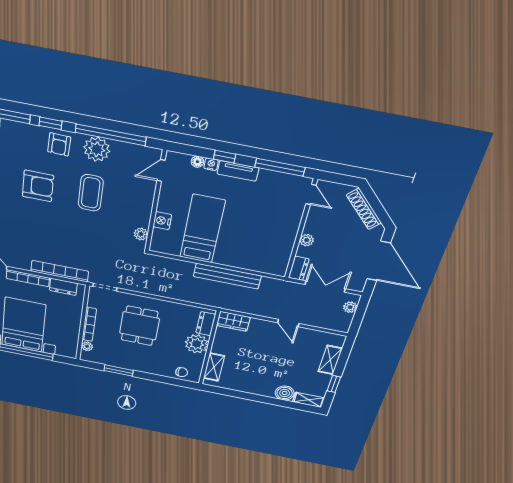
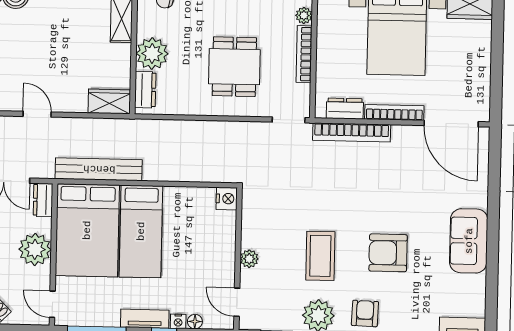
door: (161, 170) -> (237, 302), swing flipped
nightstand: (162, 221) -> (227, 199), moved
bed: (202, 229) -> (141, 231), moved
plant: (141, 234) -> (249, 259), moved
plant: (307, 240) -> (35, 249), width x1.88, depth x1.88
bed: (270, 242) -> (87, 230), added
bench: (227, 276) -> (99, 169), moved

